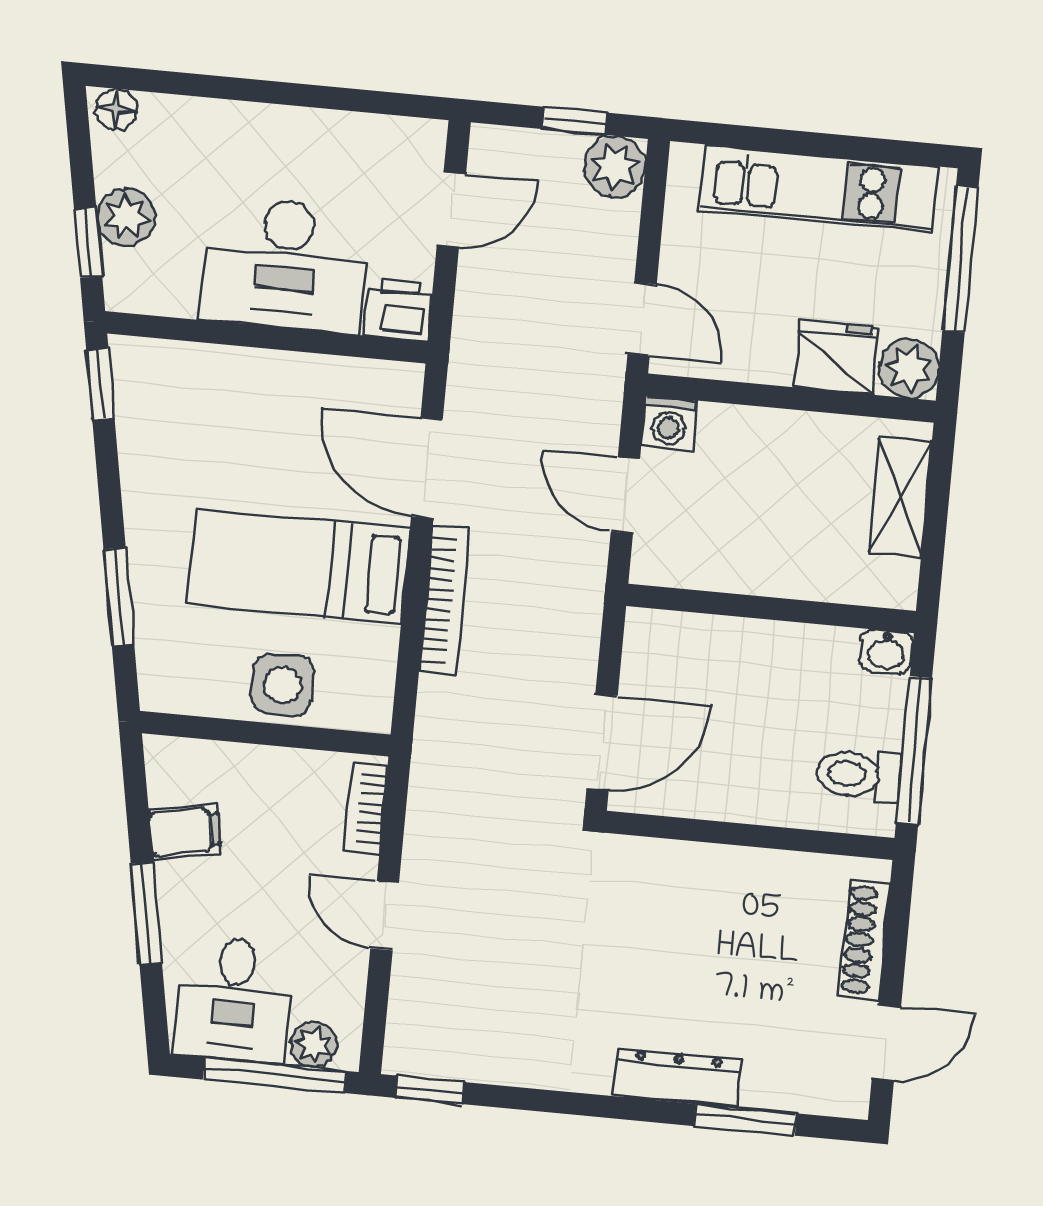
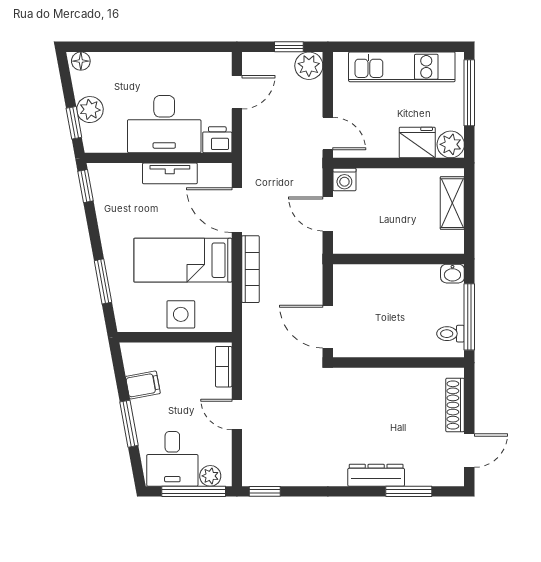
tv unit: (288, 374) -> (170, 173), added
door: (602, 742) -> (328, 327), swing flipped
toilet: (859, 775) -> (451, 334), width x0.73, depth x0.72

